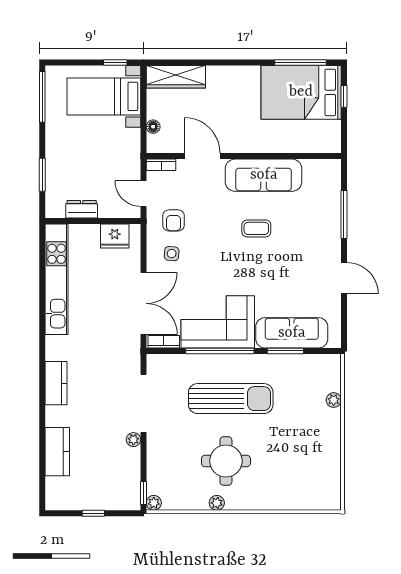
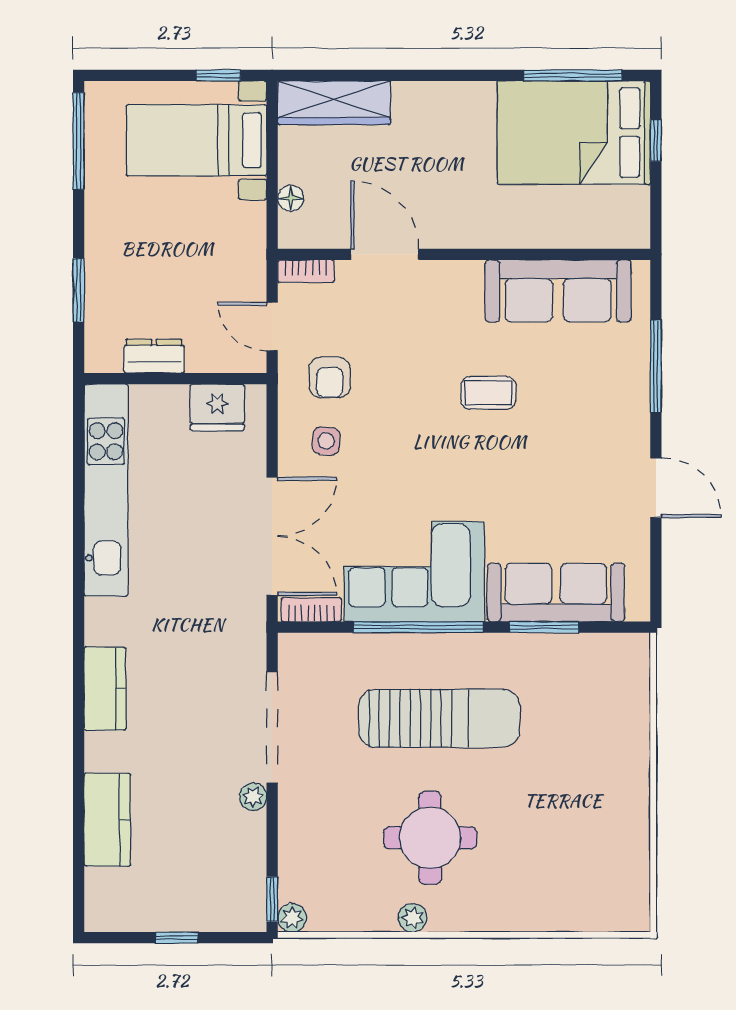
sofa: (264, 175) -> (558, 291), moved
plant: (334, 400) -> (636, 721), removed

